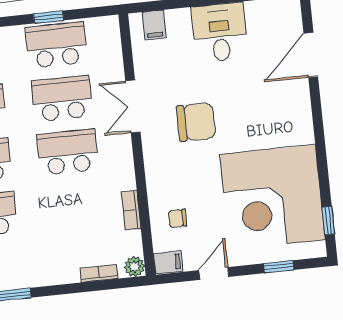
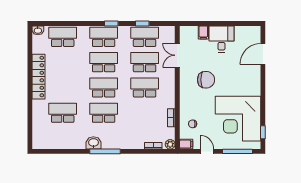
filing cabinet: (154, 25) -> (203, 32), moved
double door: (133, 106) -> (177, 55), moved
window: (279, 267) -> (237, 151), width x2.17
door: (214, 273) -> (207, 151), hinge flipped

